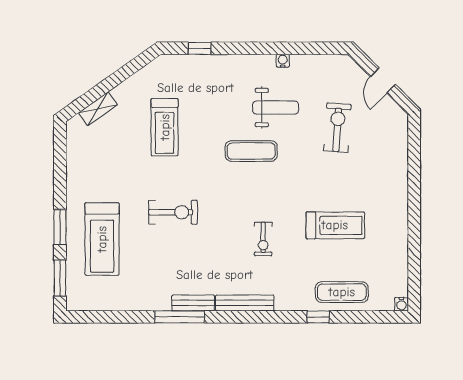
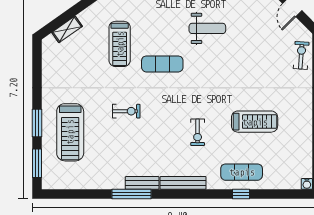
exercise bike: (337, 128) -> (301, 55), moved, width x0.73, depth x0.72
exercise mat: (251, 151) -> (162, 64), moved
exercise bike: (173, 212) -> (126, 111), width x0.73, depth x0.72
exercise mat: (342, 292) -> (242, 172), moved

